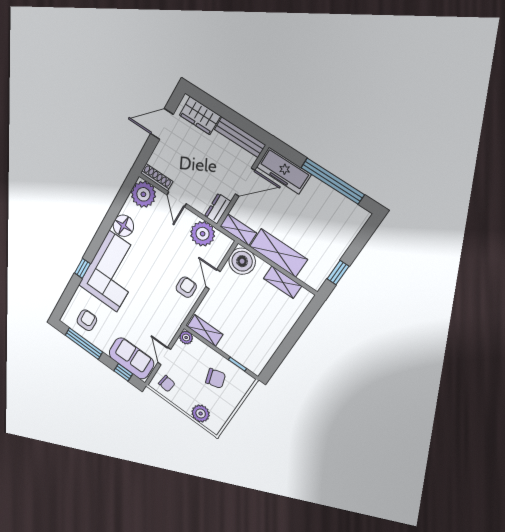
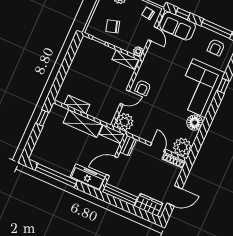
plant: (203, 234) -> (125, 122), moved
boiler: (242, 261) -> (106, 113), removed
door: (213, 279) -> (125, 97), hinge flipped

